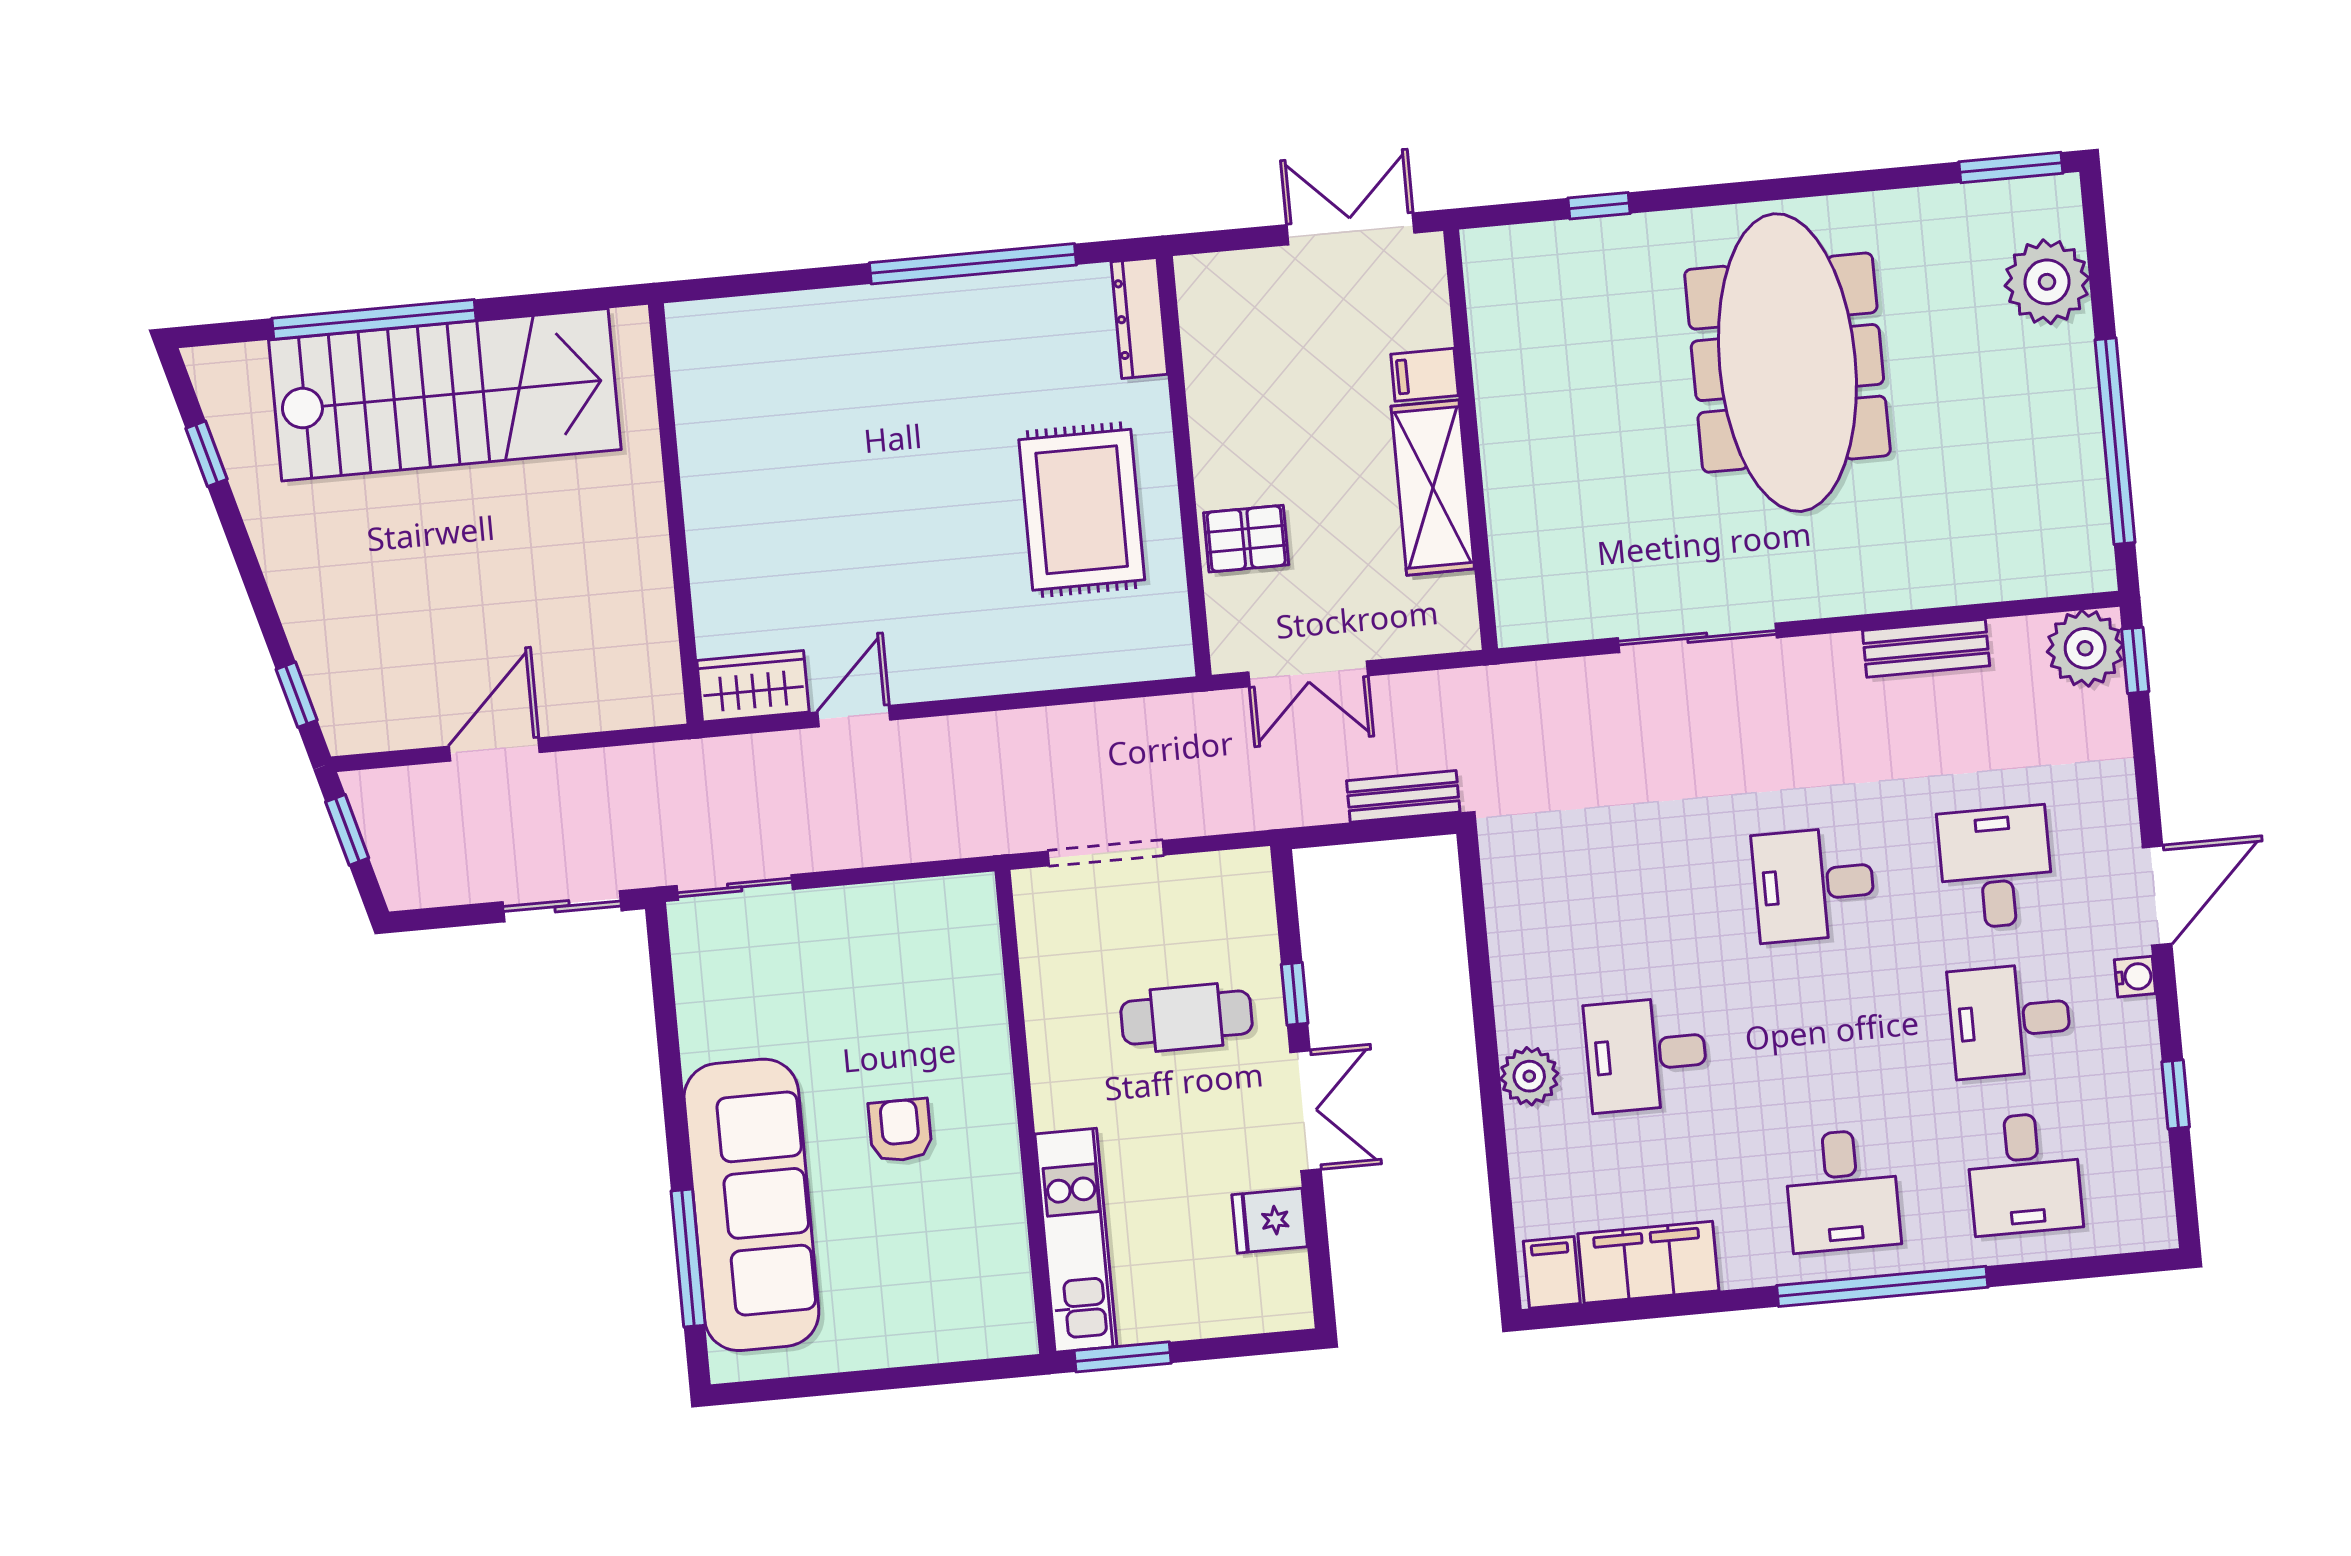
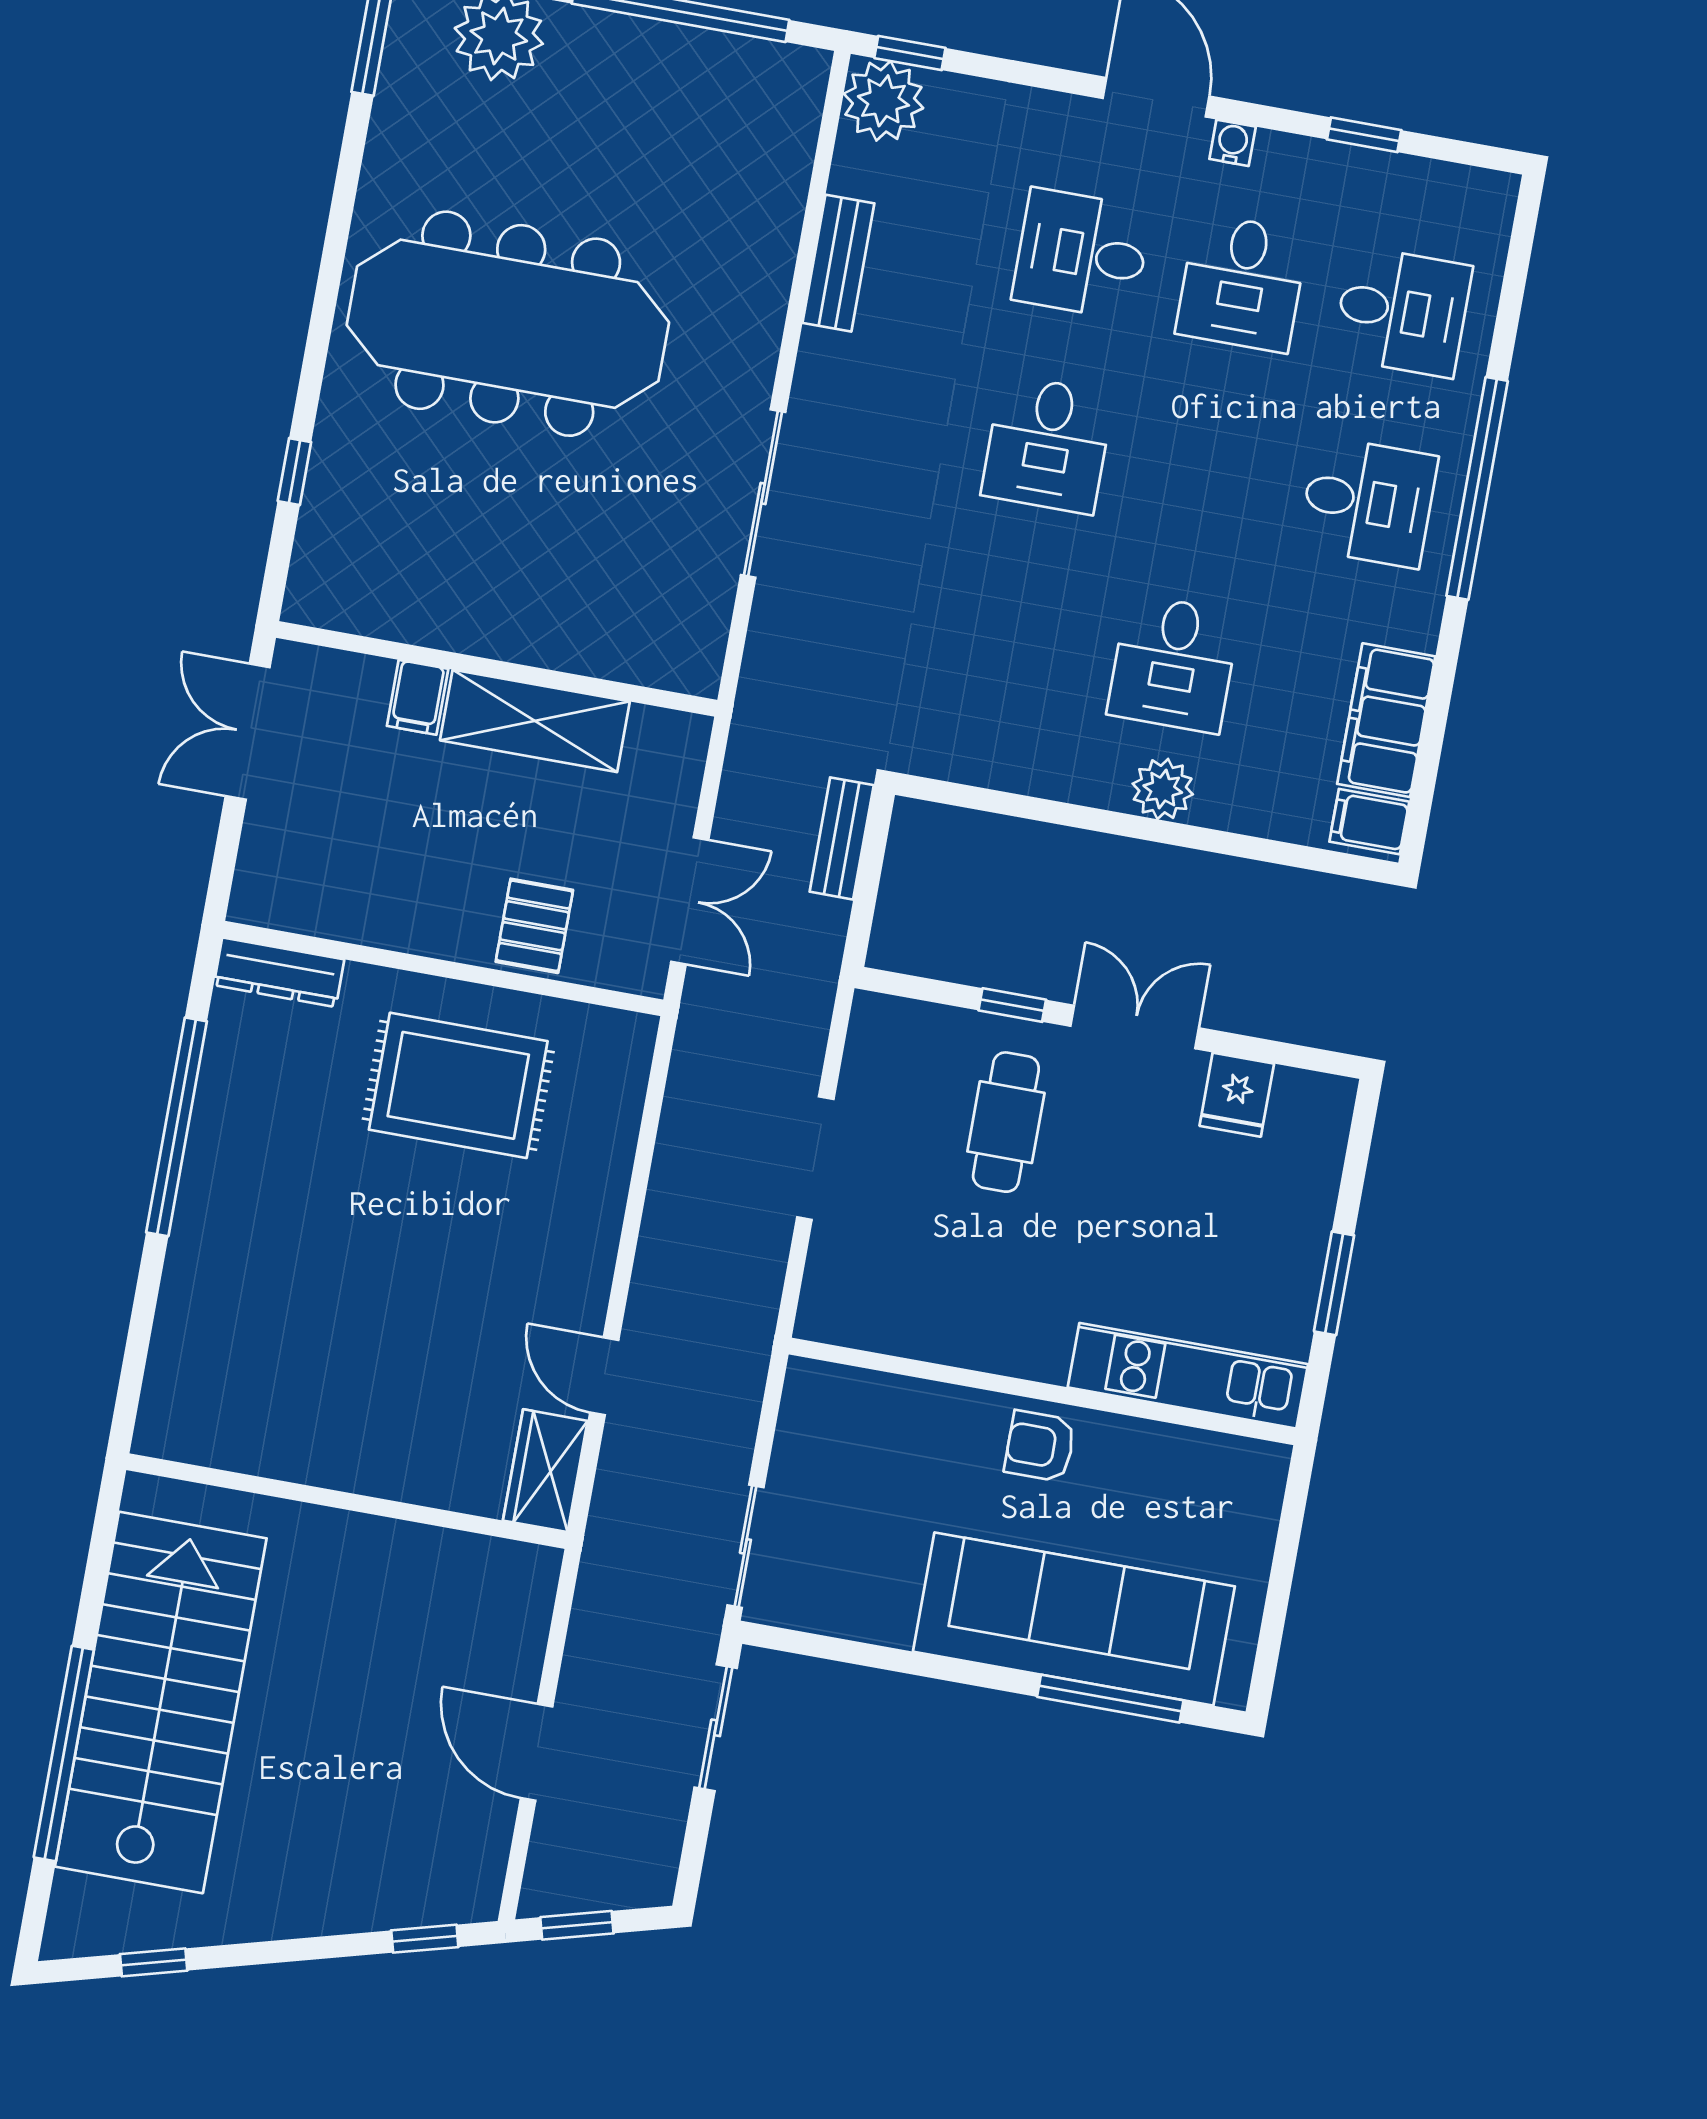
wall: (1025, 1112) -> (1043, 1391), moved
kitchen unit: (1076, 1240) -> (1188, 1376), moved

